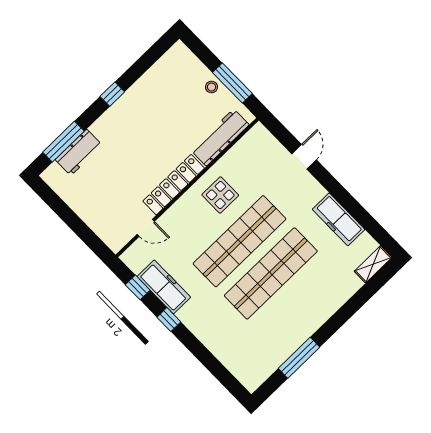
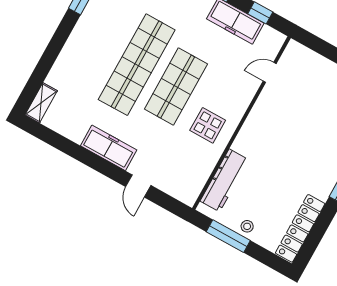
locker: (174, 185) -> (300, 228), moved, turned 180
freezer: (339, 219) -> (109, 148), moved
shop shelf: (240, 241) -> (176, 87), width x0.71

